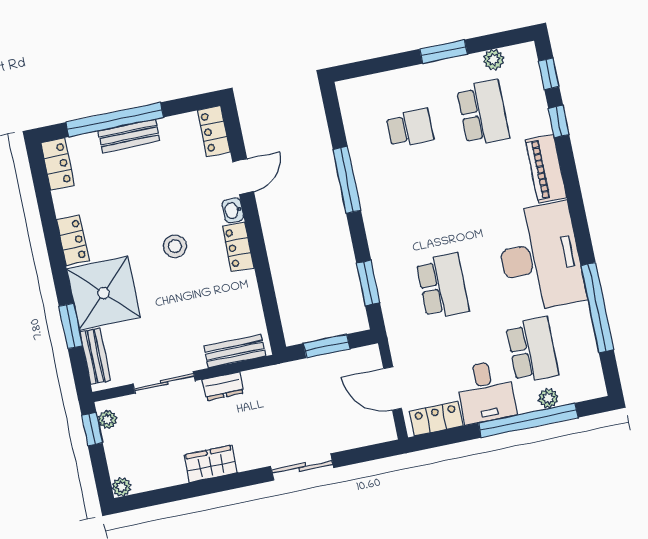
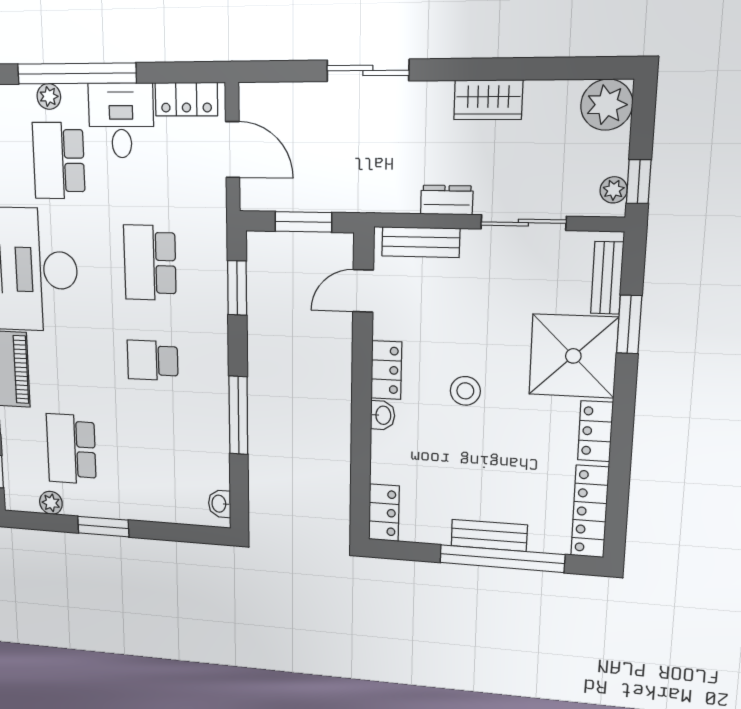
washbasin: (348, 101) -> (220, 504), added
school desk: (410, 128) -> (153, 360), moved
locker: (57, 164) -> (590, 512), width x1.53
door: (243, 177) -> (363, 291), moved
plant: (122, 487) -> (607, 105), width x1.87, depth x1.87

